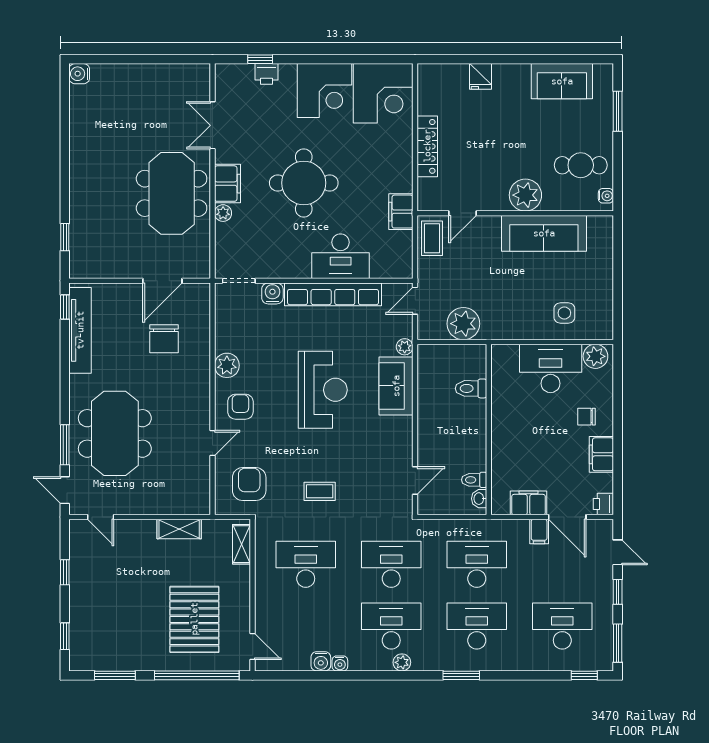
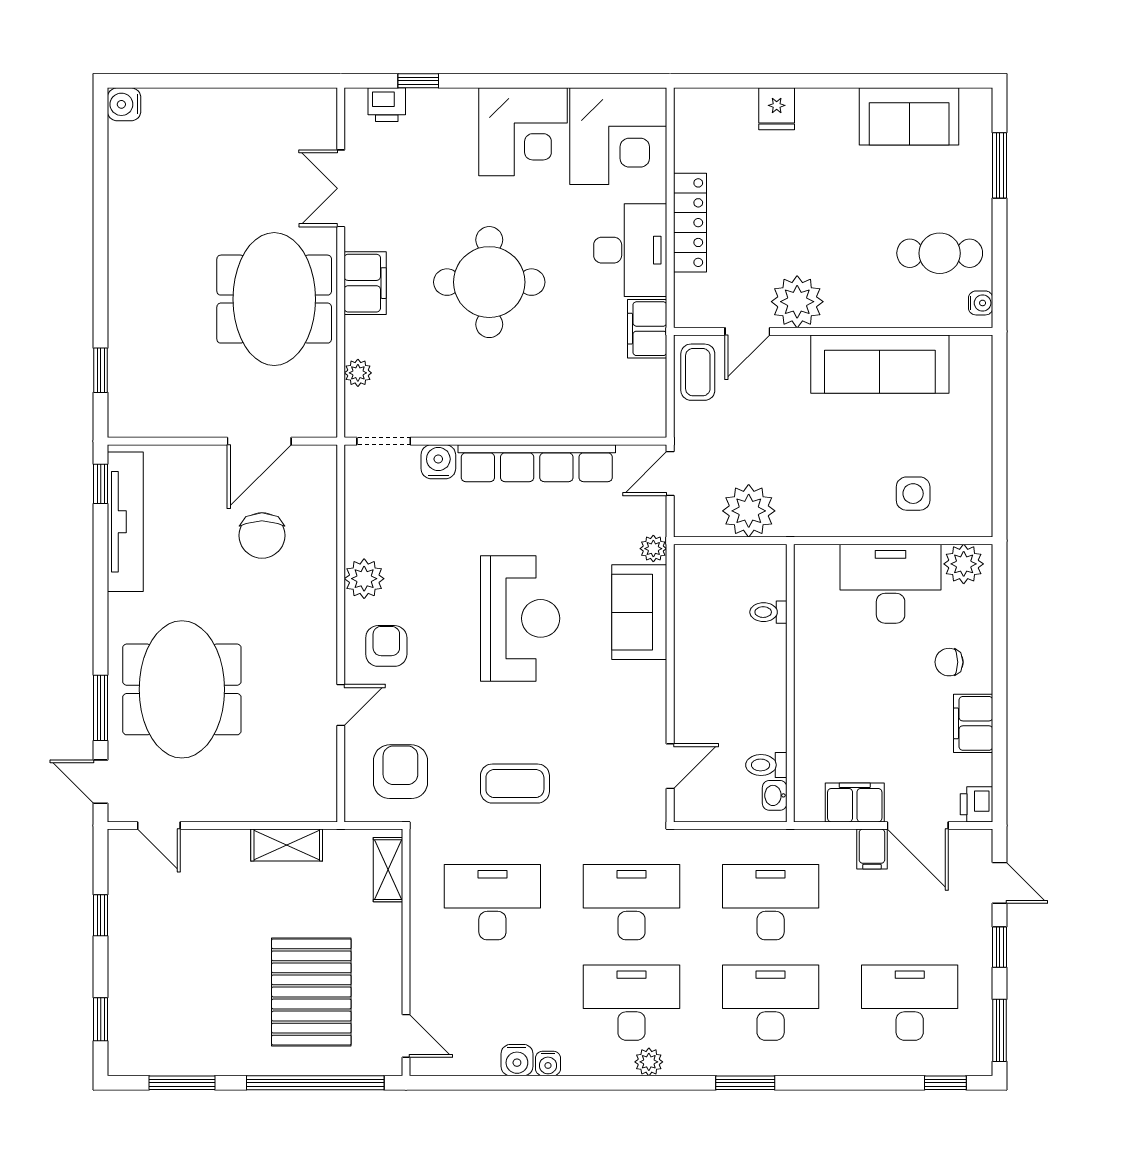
printer: (266, 74) -> (387, 105), moved
plant: (525, 195) -> (797, 302), moved
plant: (223, 213) -> (358, 373), moved
desk: (341, 256) -> (630, 250), moved, turned -90
toilet: (471, 388) -> (768, 612), width x0.73, depth x0.72
coffee table: (320, 491) -> (515, 784), width x1.36, depth x1.30

